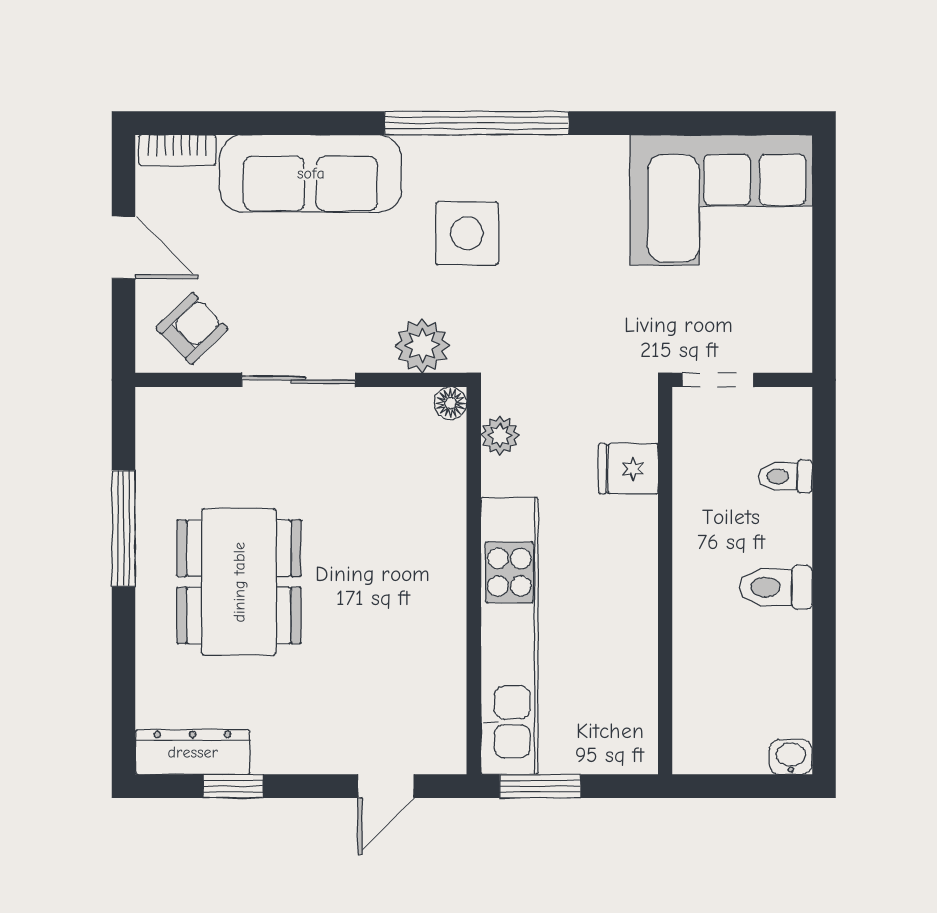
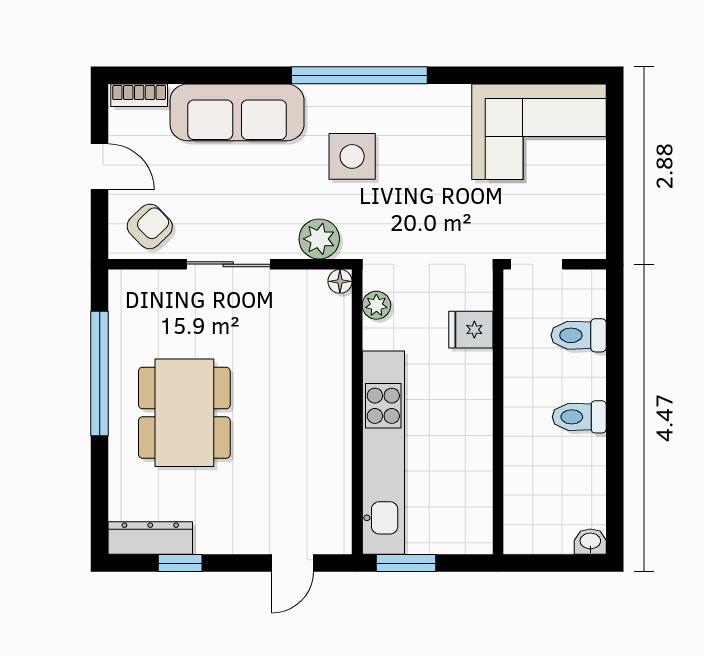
toilet: (785, 476) -> (579, 335), width x1.37, depth x1.39
window: (124, 528) -> (100, 373), width x1.46

